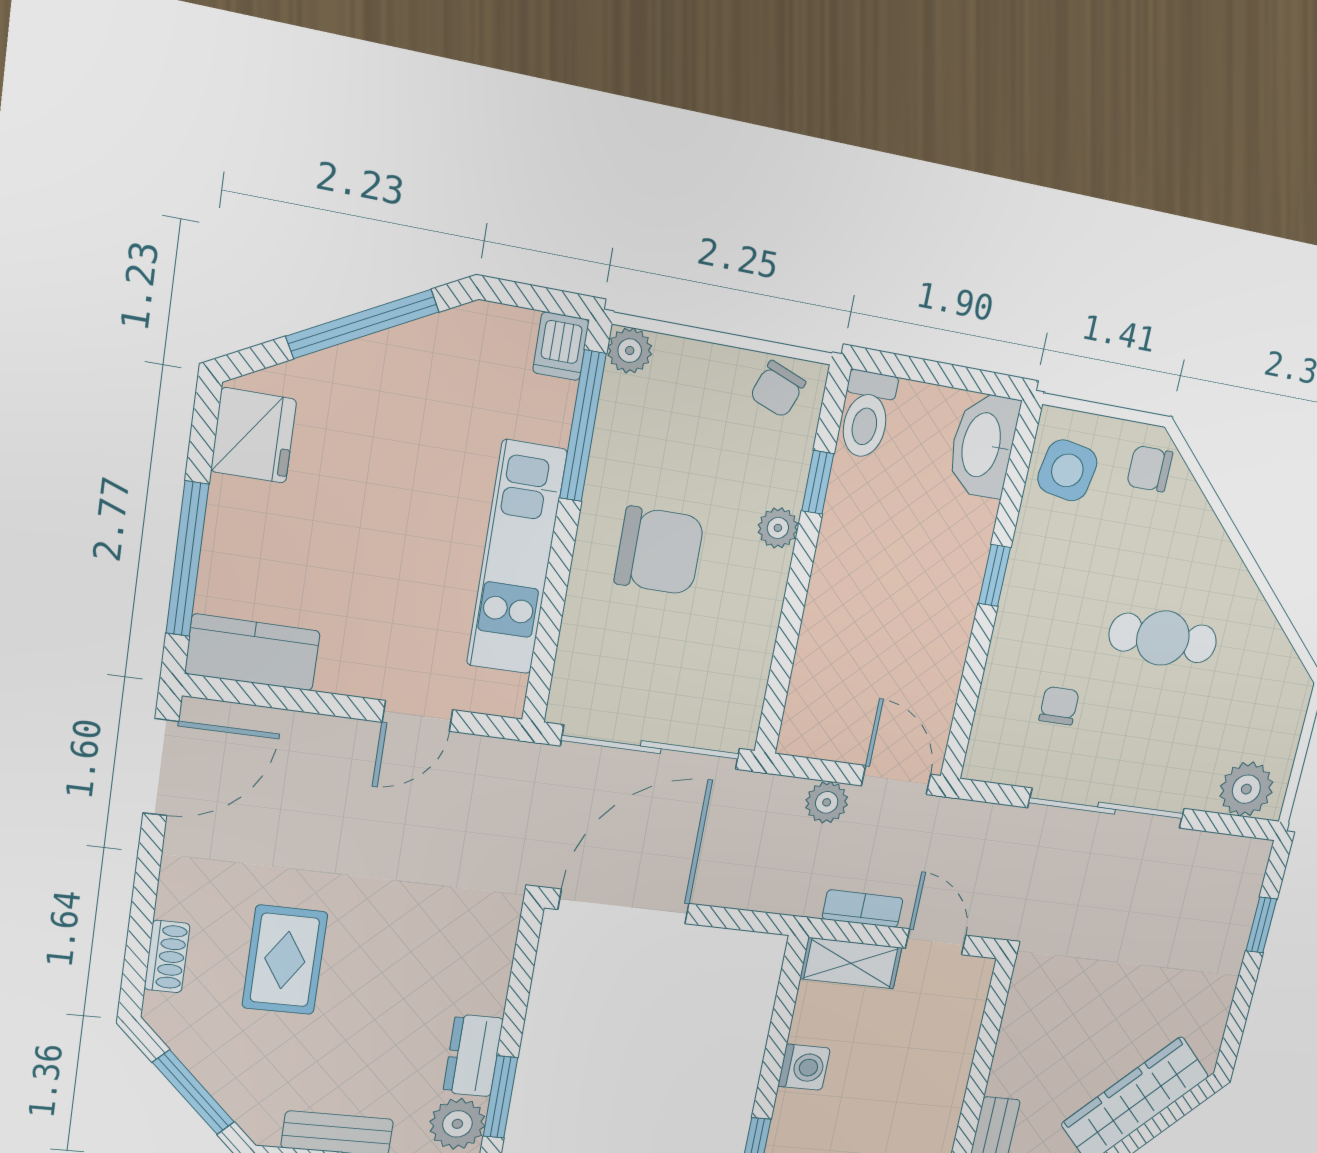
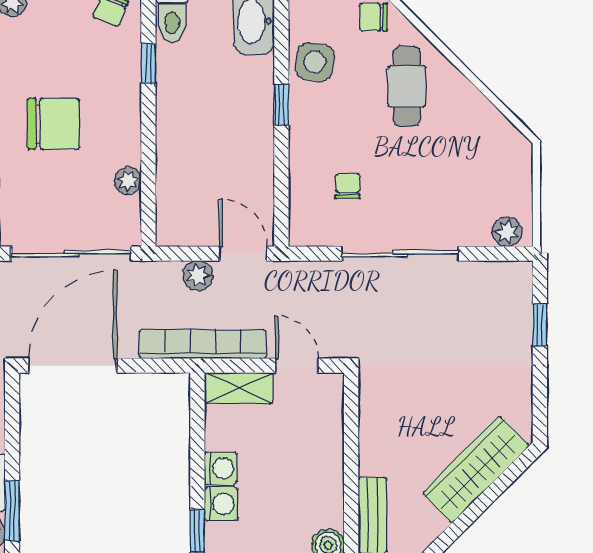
side table: (1067, 470) -> (315, 62), moved
plant: (778, 528) -> (128, 181), moved
cafe table: (1163, 638) -> (407, 86), moved, turned 90
plant: (1246, 789) -> (507, 232), width x0.73, depth x0.73
bookcase: (863, 909) -> (203, 344), width x2.31, depth x1.31
washing machine: (795, 1114) -> (221, 504), added

